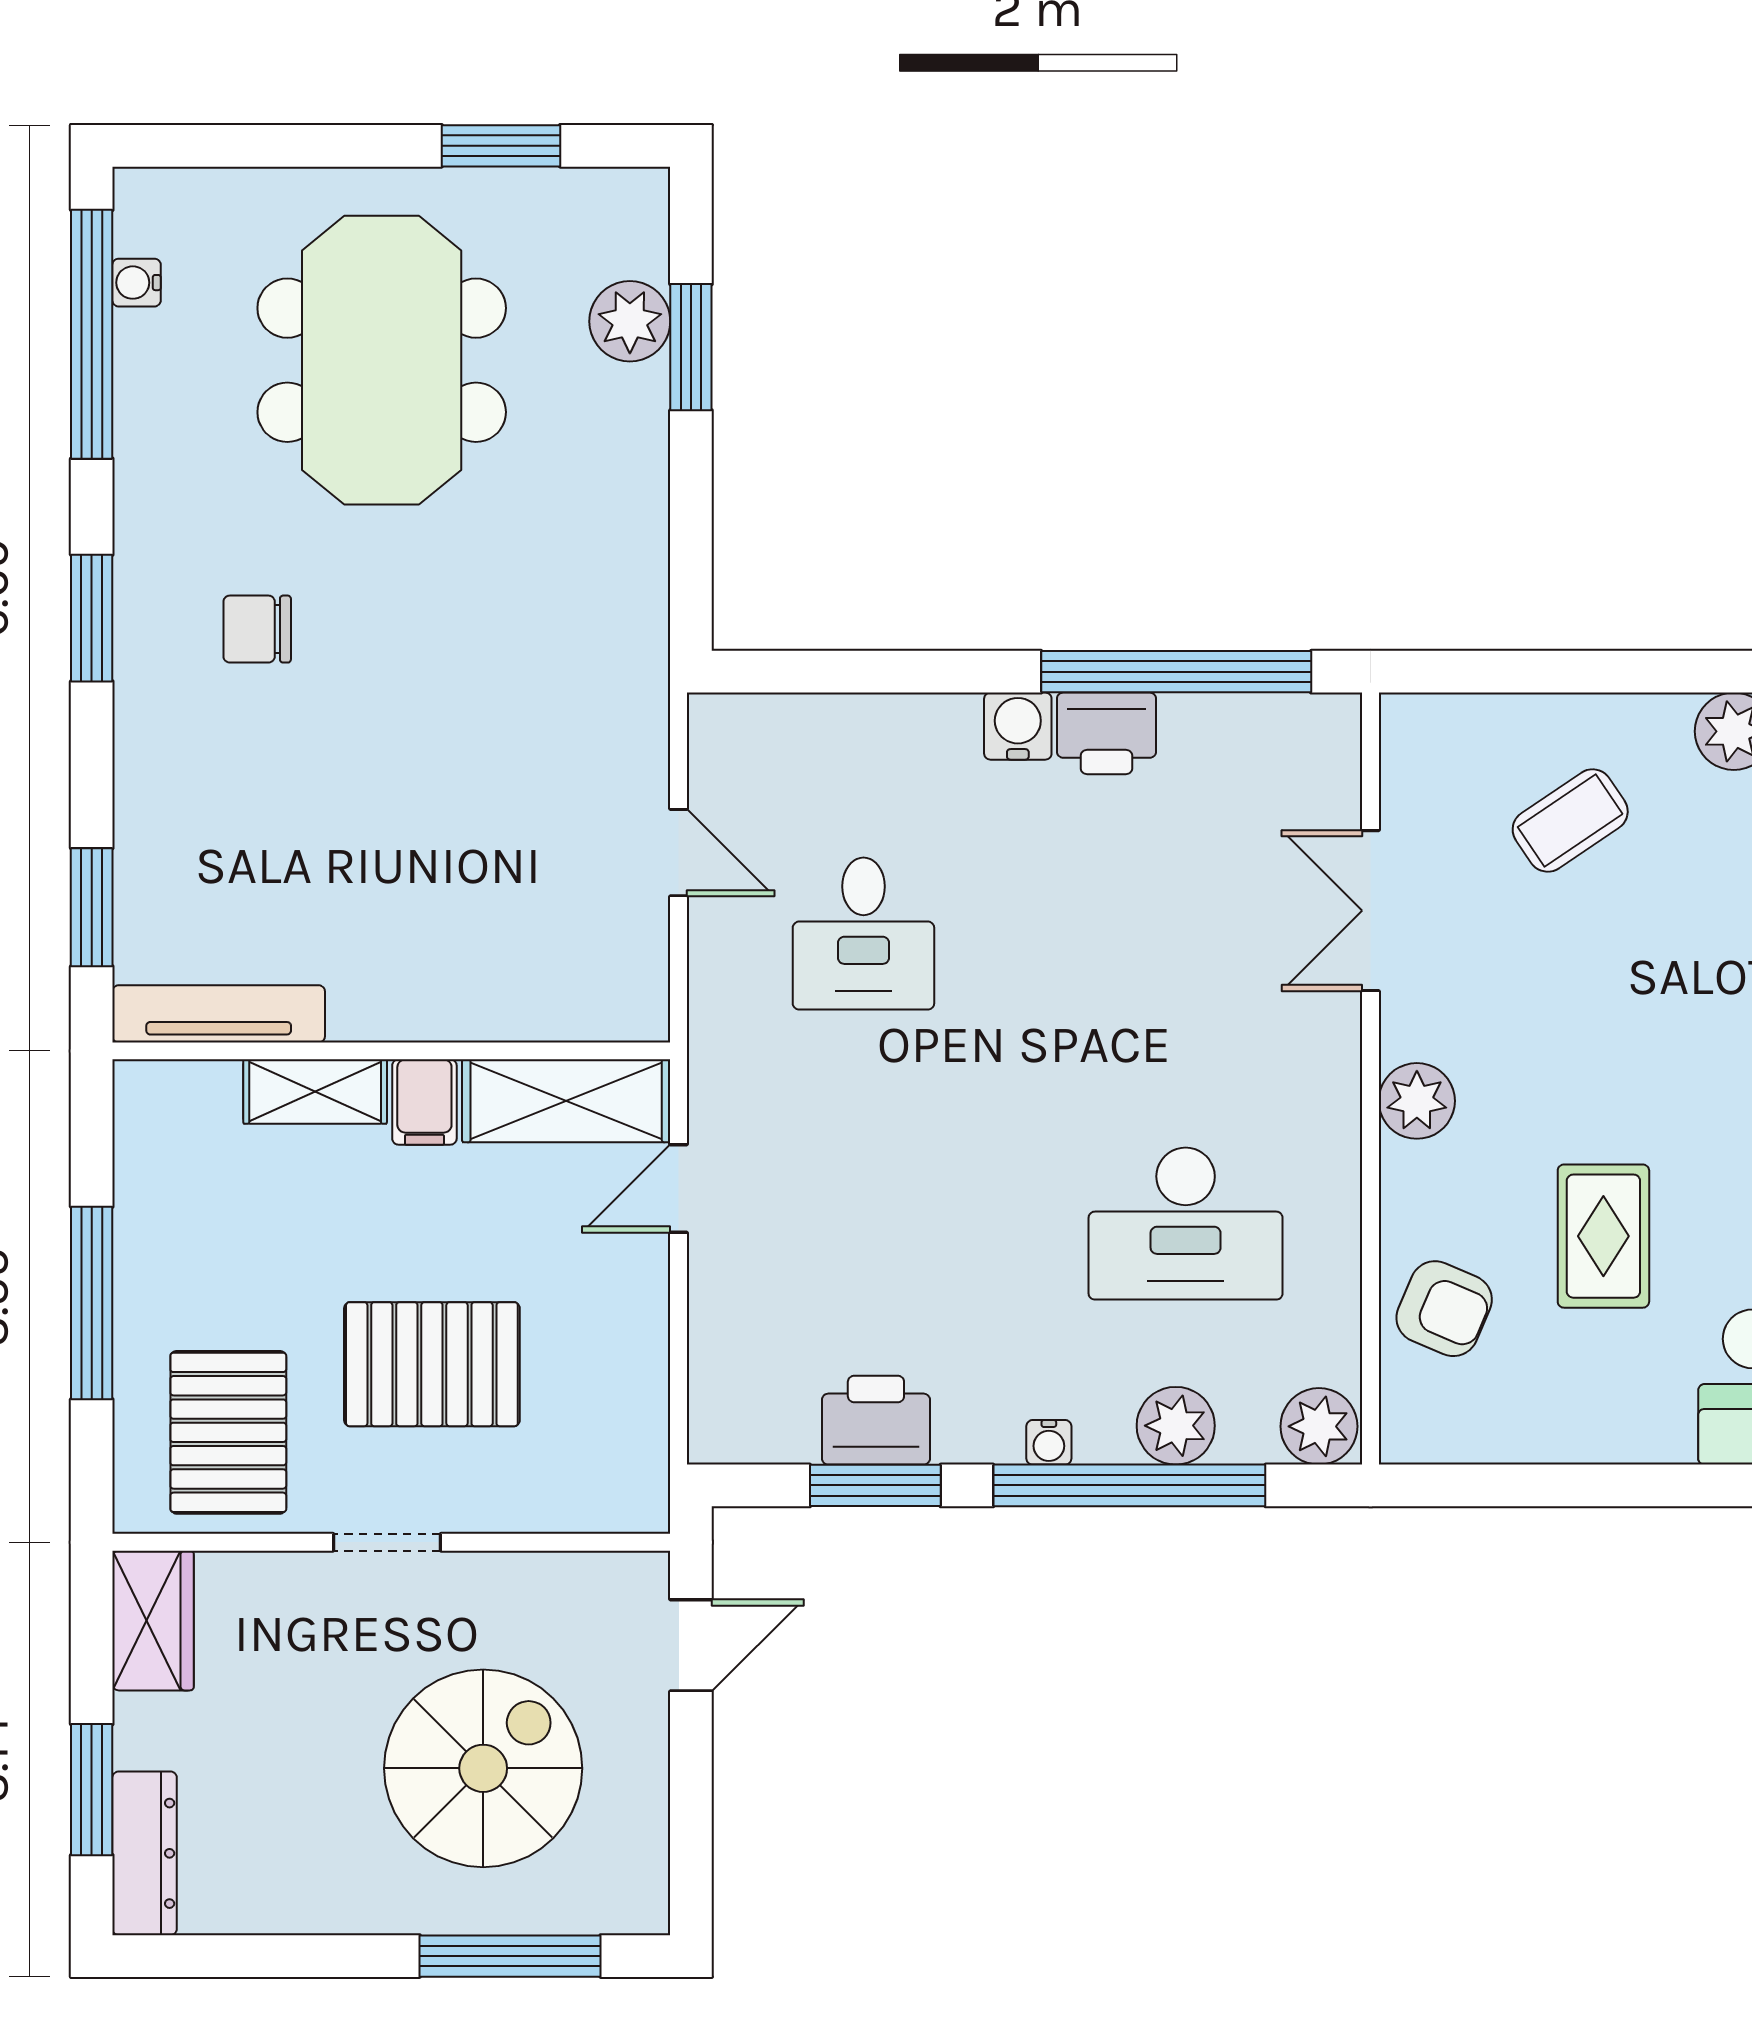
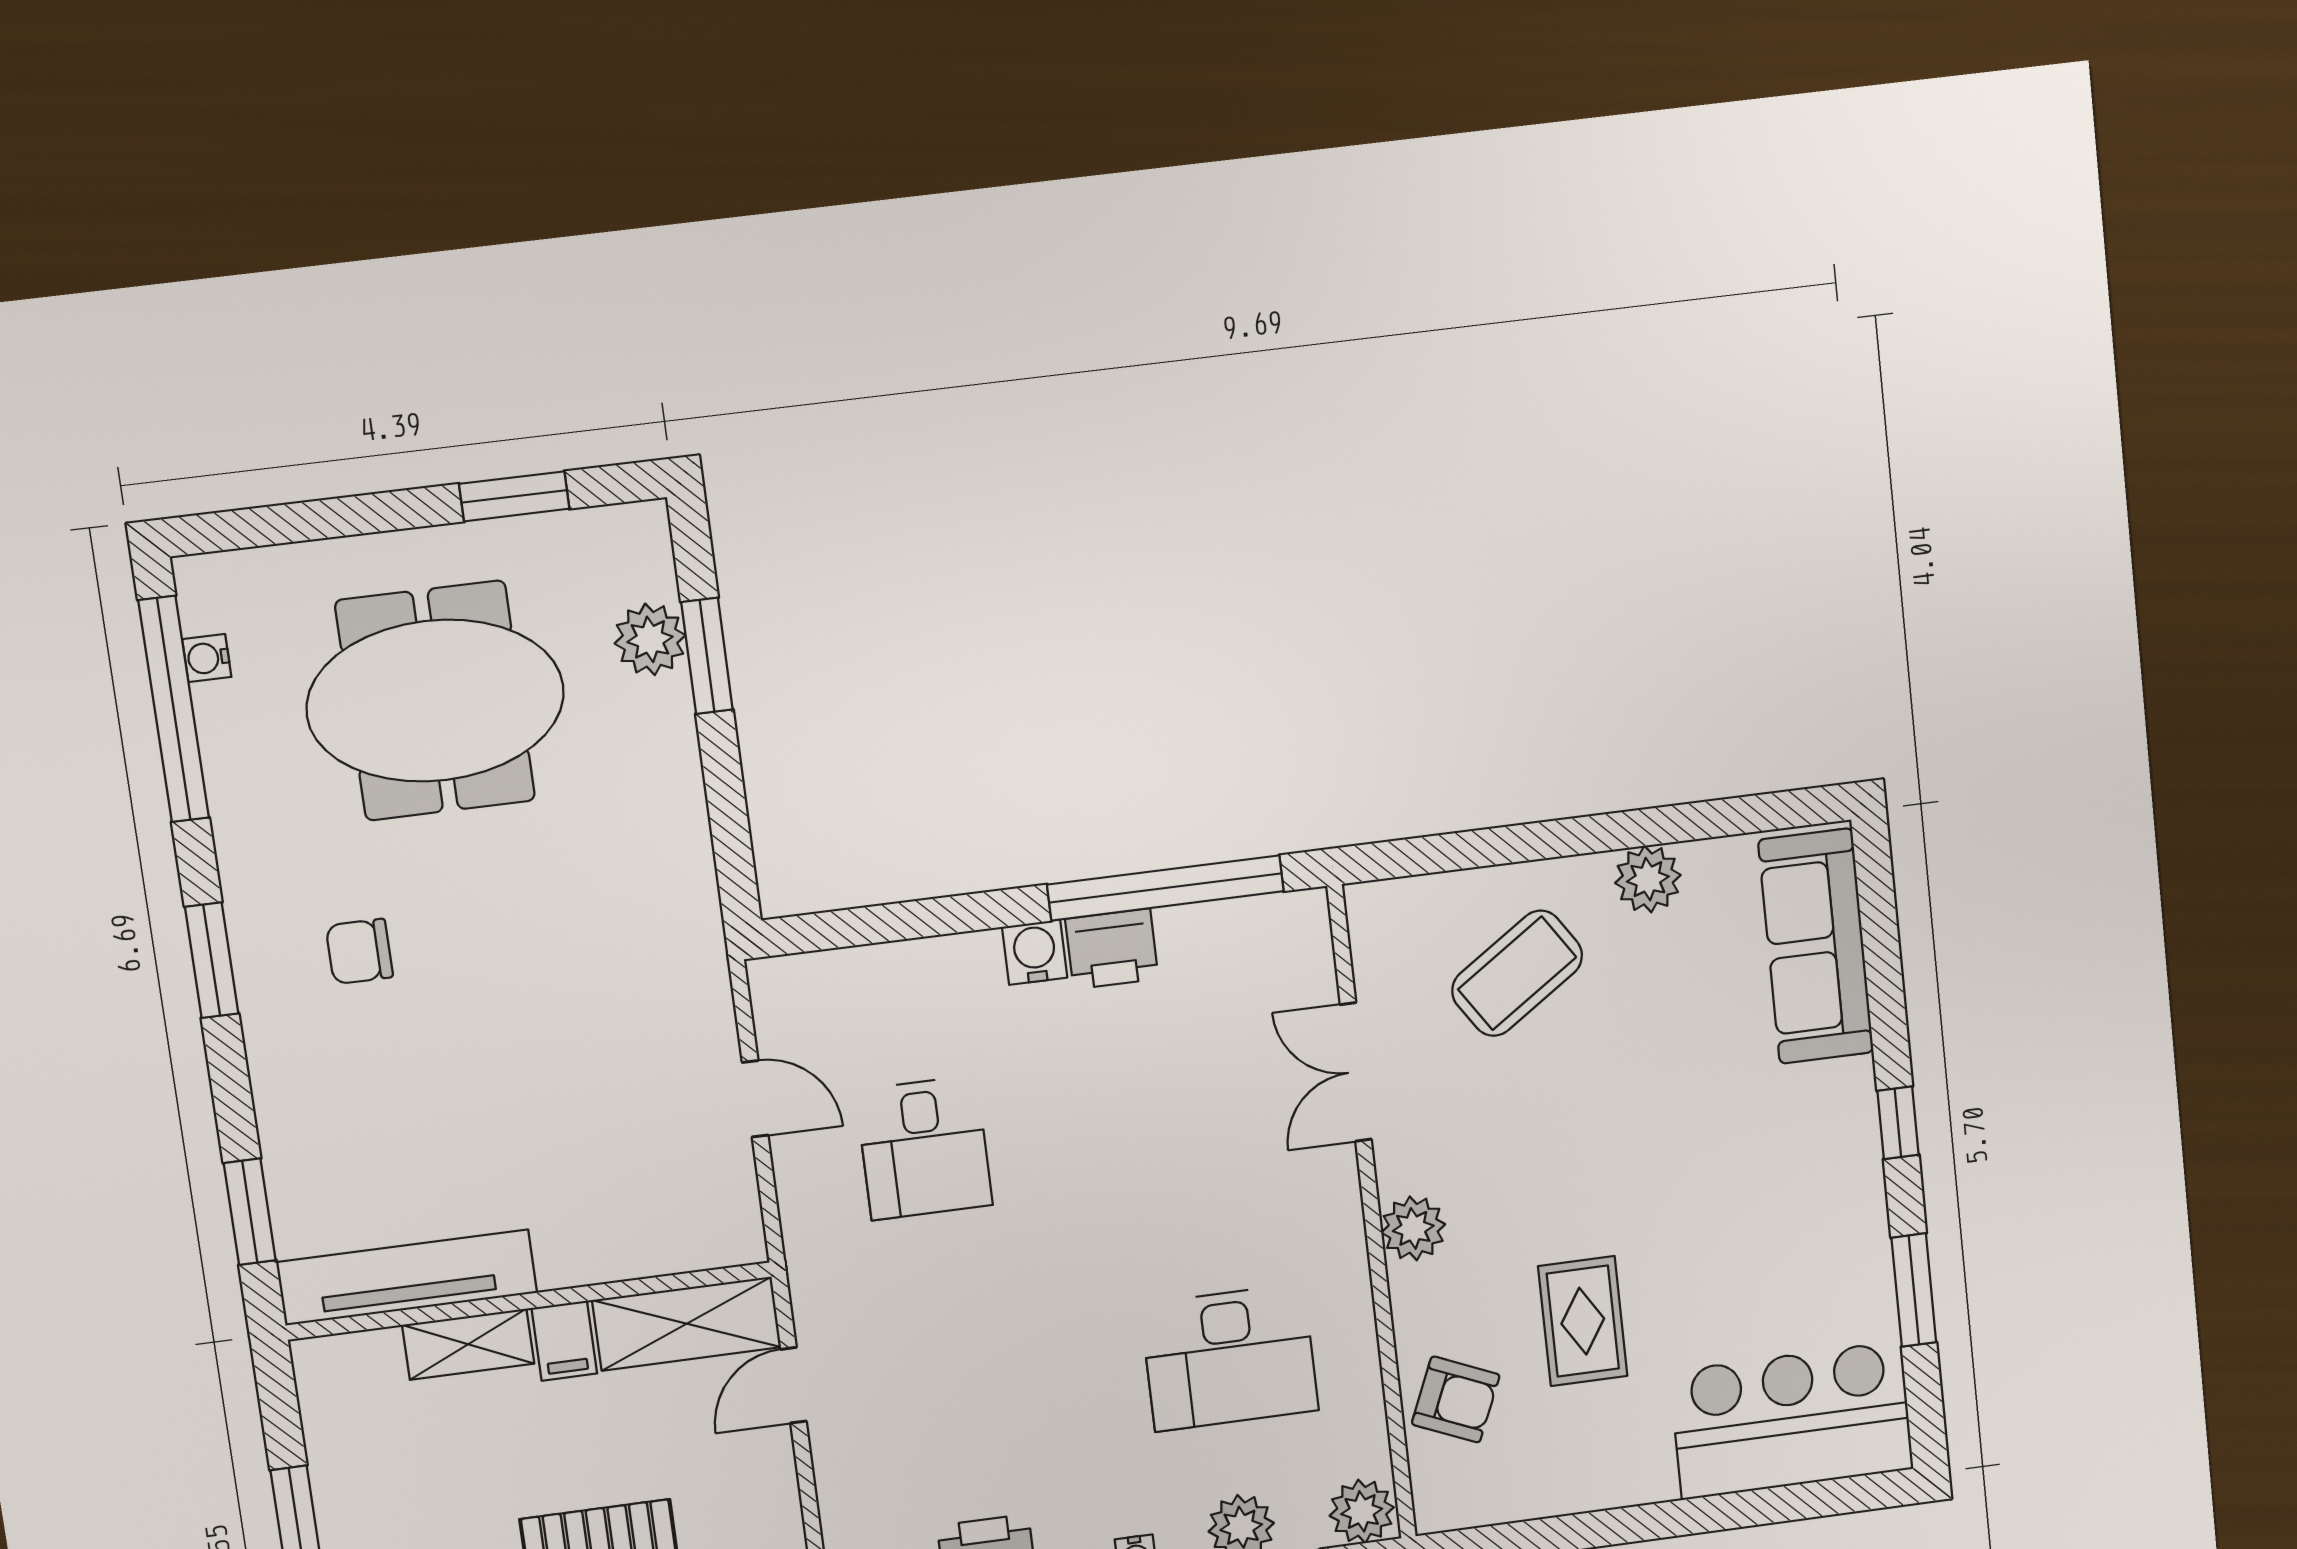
meeting table: (382, 360) -> (435, 701), turned 90
coffee table: (1570, 820) -> (1517, 973), width x1.36, depth x1.30
tv unit: (219, 1014) -> (407, 1278), width x1.36, depth x1.29

